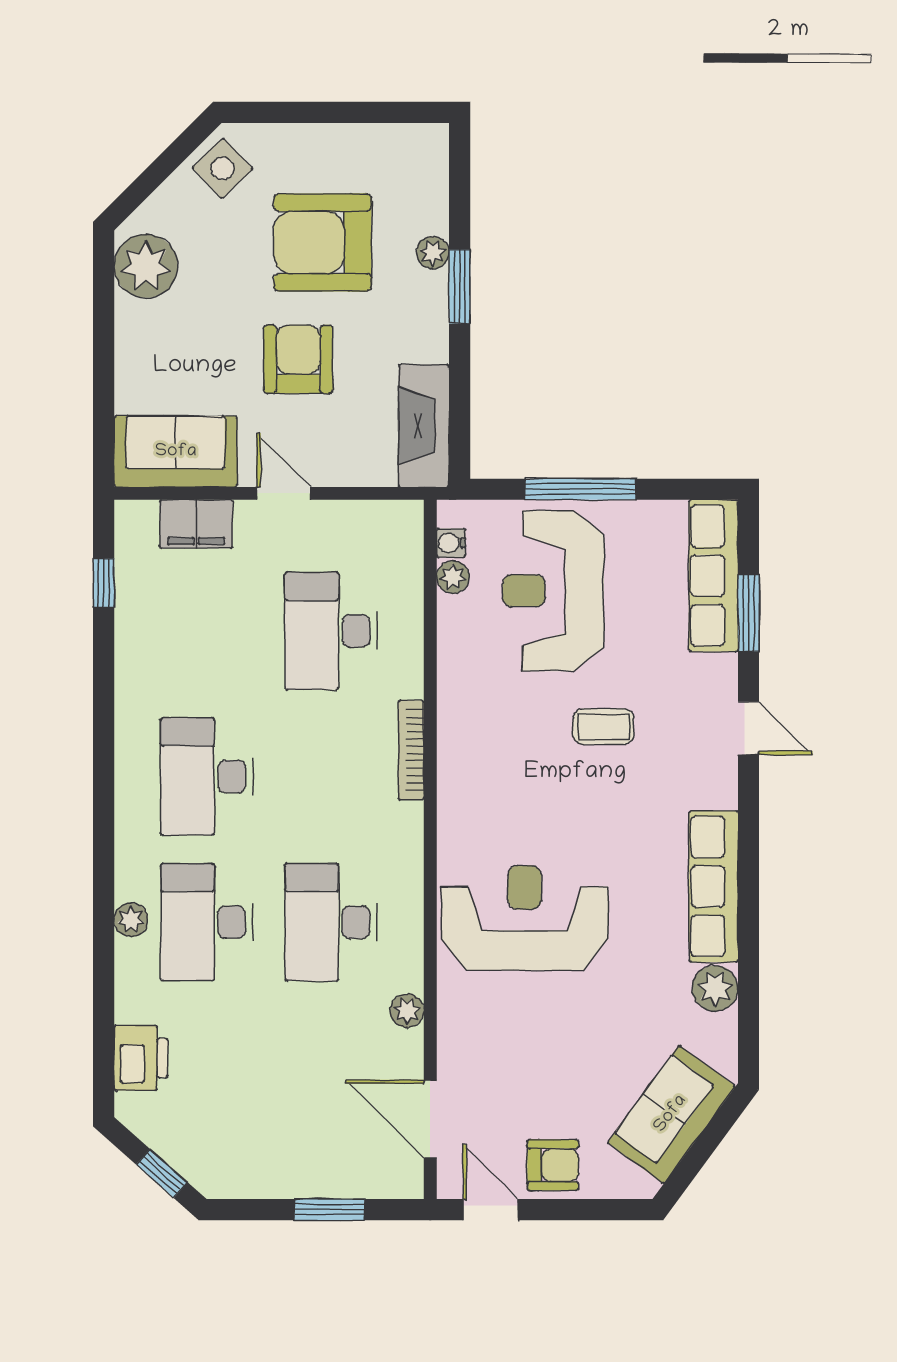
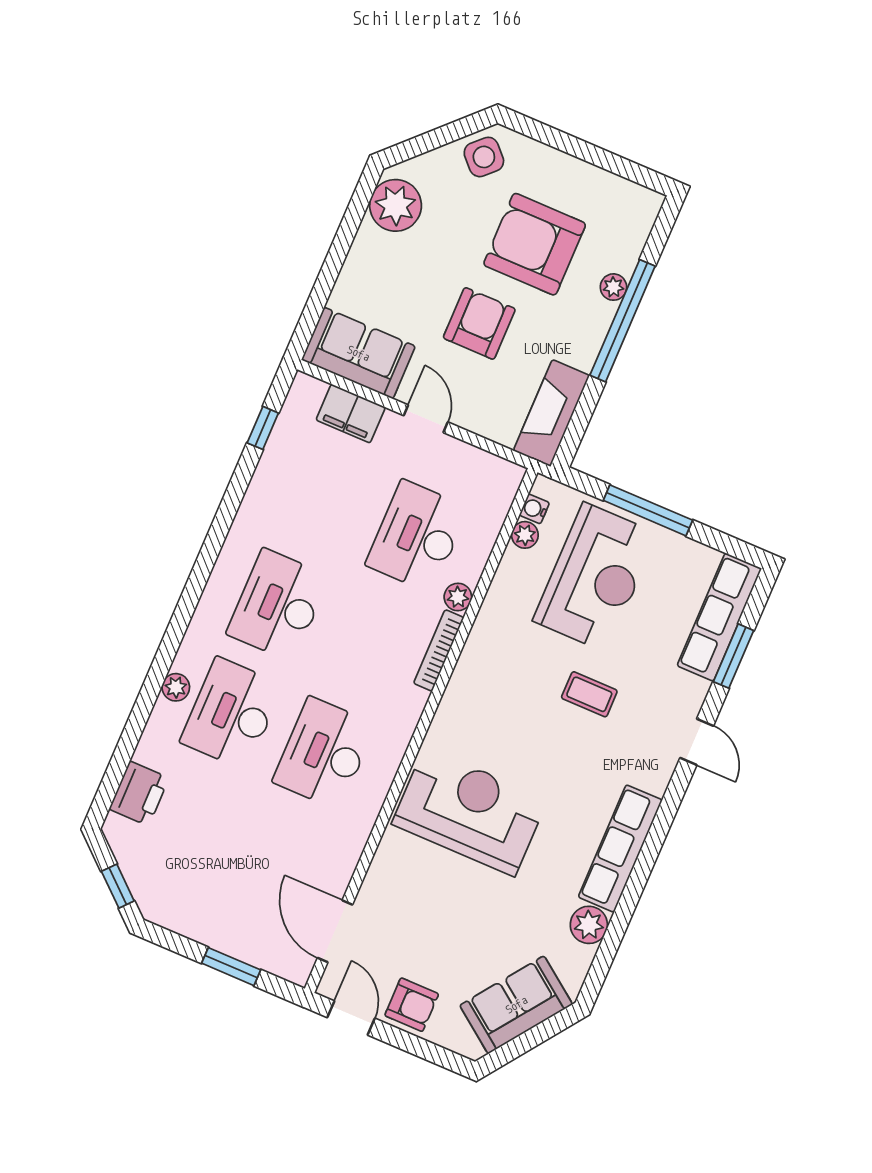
window: (460, 286) -> (623, 321), width x2.11
reception desk: (553, 591) -> (595, 577), turned 180
plant: (407, 1011) -> (458, 597), moved

